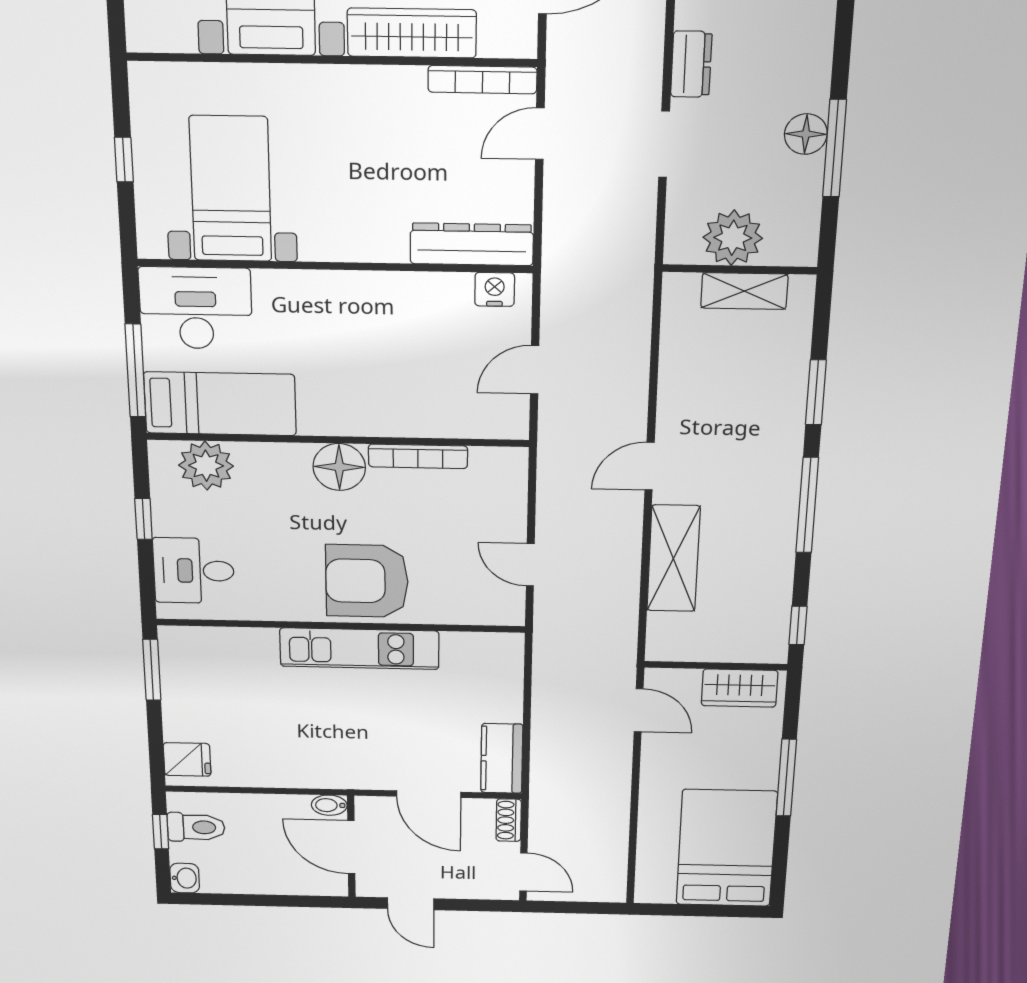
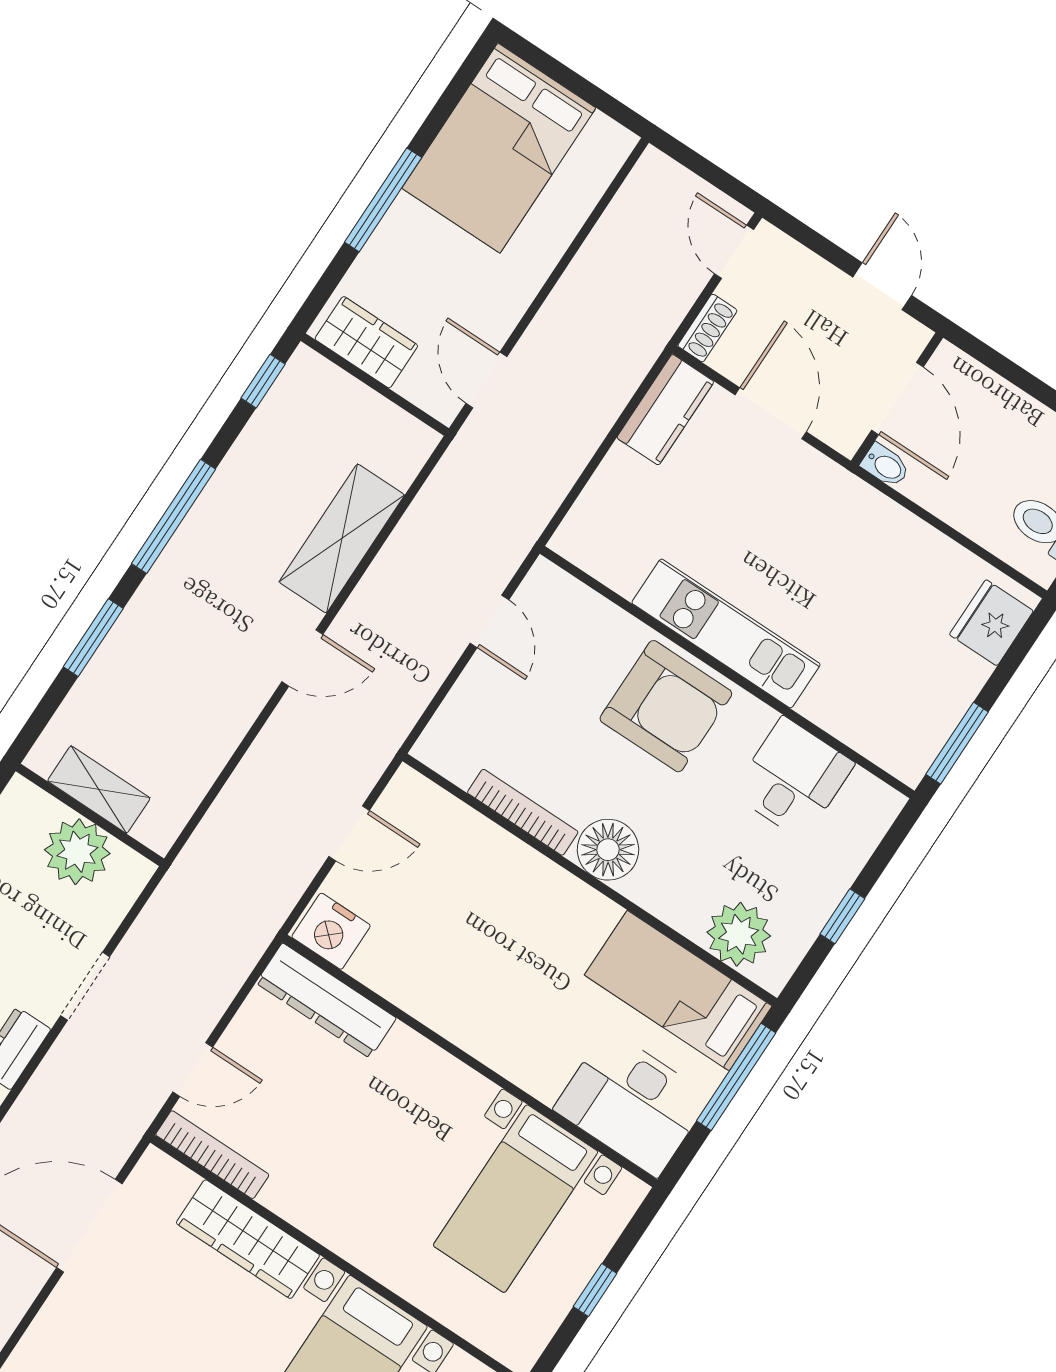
nightstand: (495, 289) -> (331, 931), width x1.36, depth x1.33
desk: (194, 571) -> (793, 778), moved, turned -90
fridge: (187, 759) -> (991, 623), width x1.38

